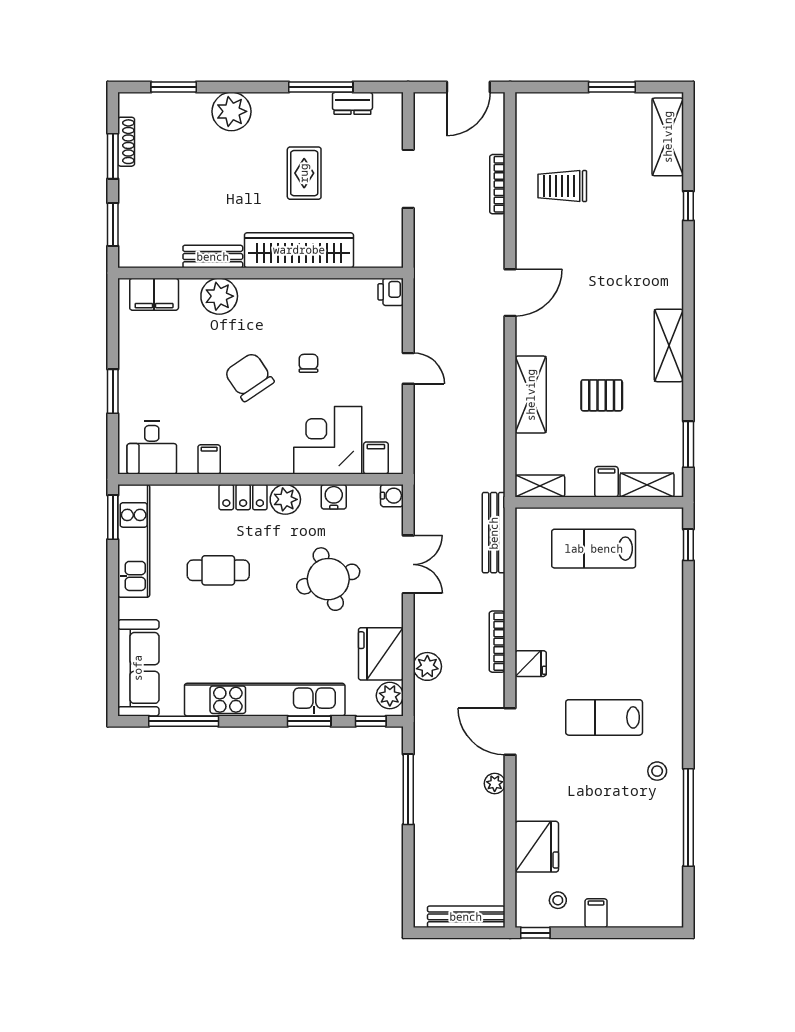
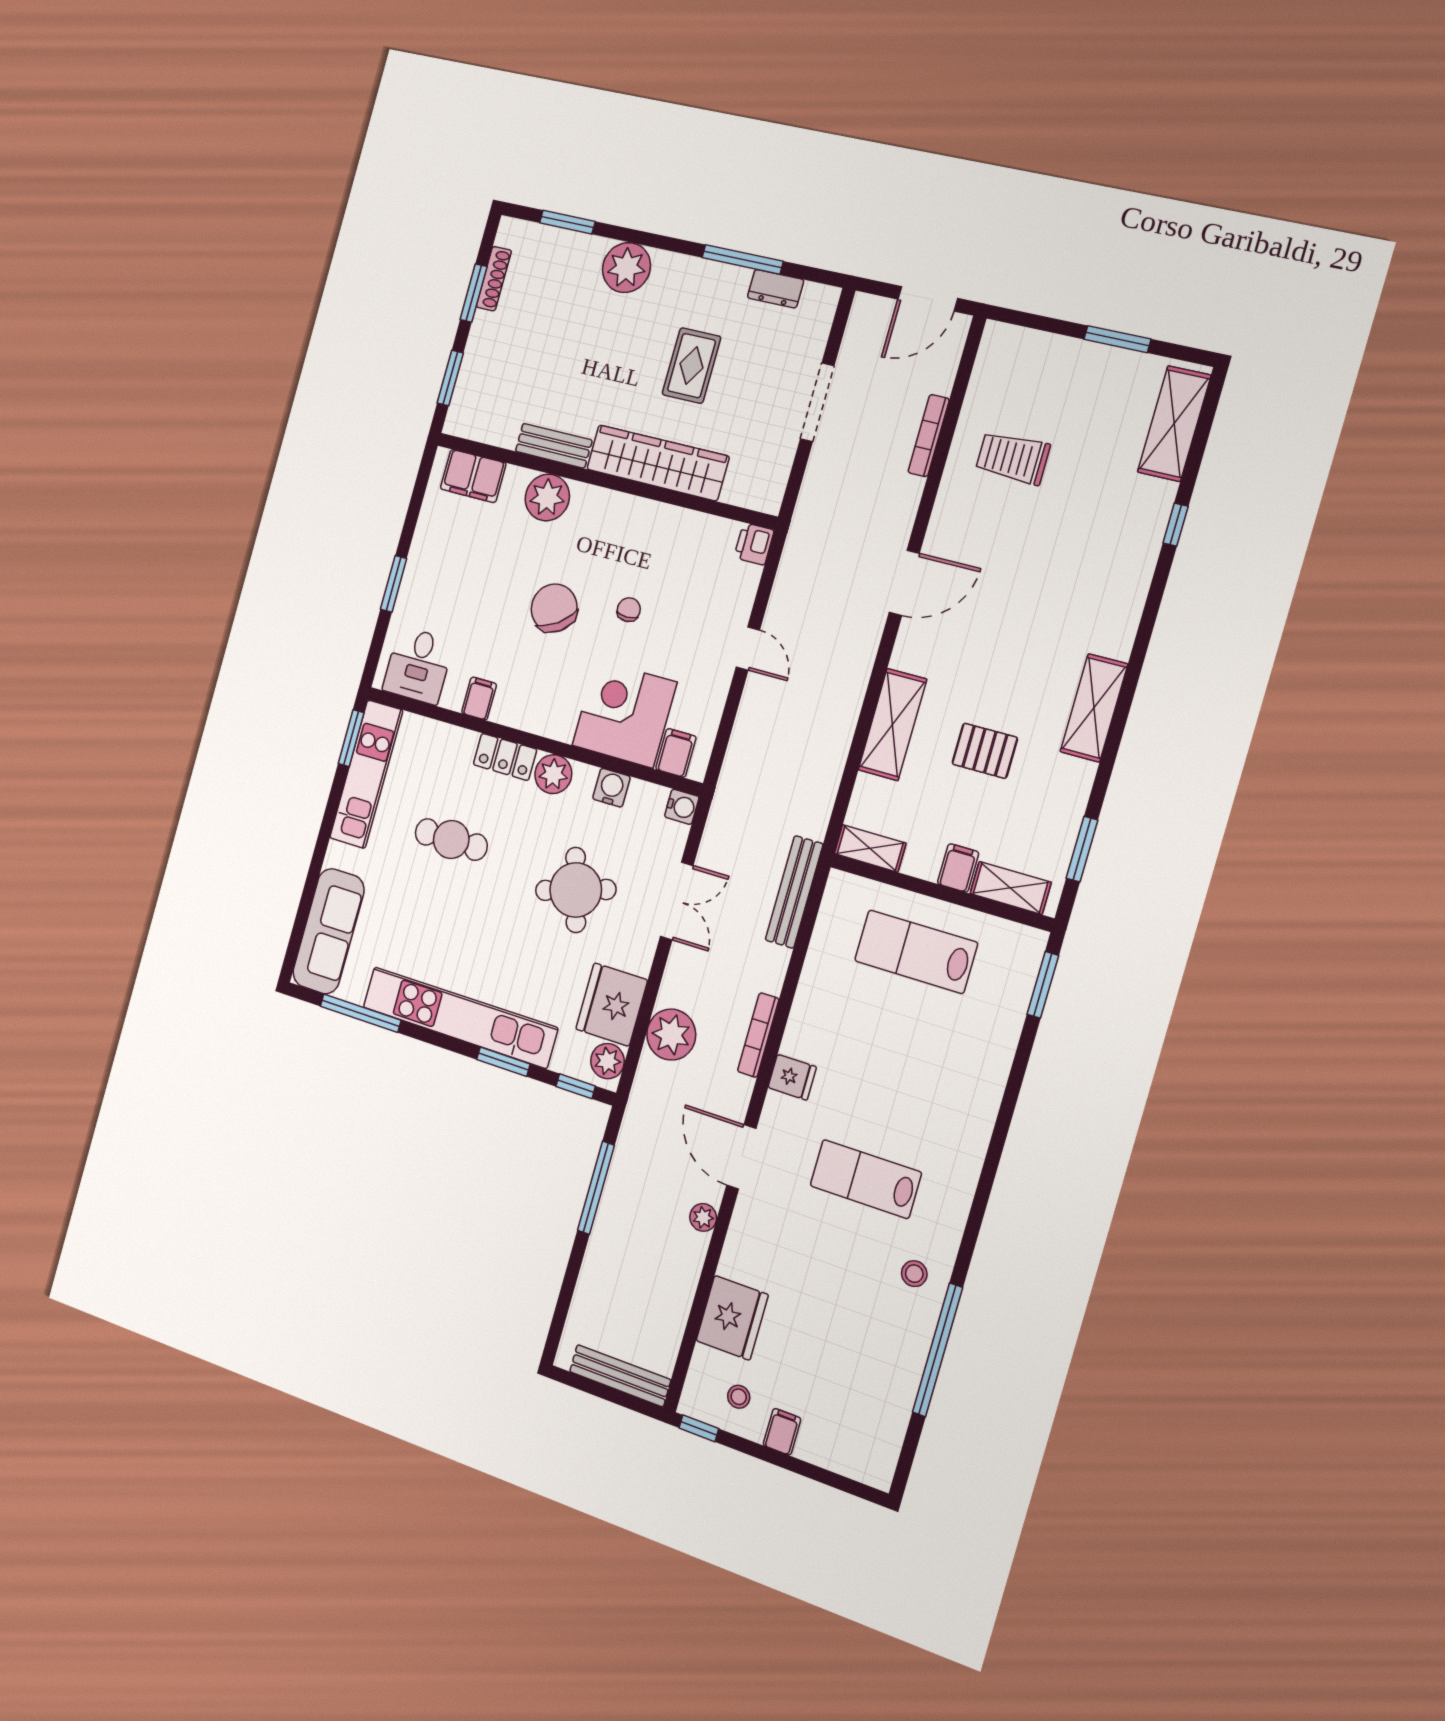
window: (688, 545) -> (1043, 985), width x1.50
plant: (427, 666) -> (671, 1035), width x1.36, depth x1.36

